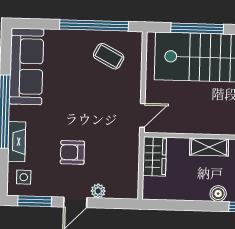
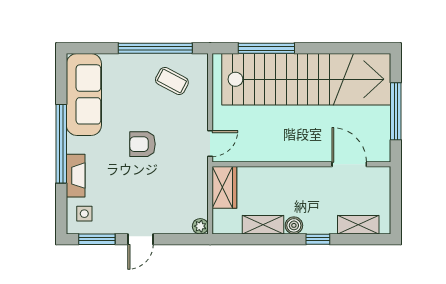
shelving: (209, 147) -> (263, 225), moved
armchair: (72, 152) -> (143, 144), moved
plant: (98, 191) -> (200, 226), moved

